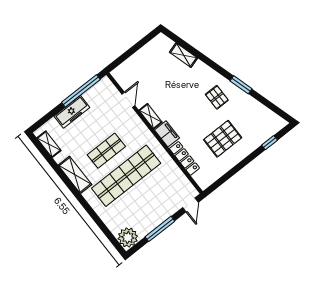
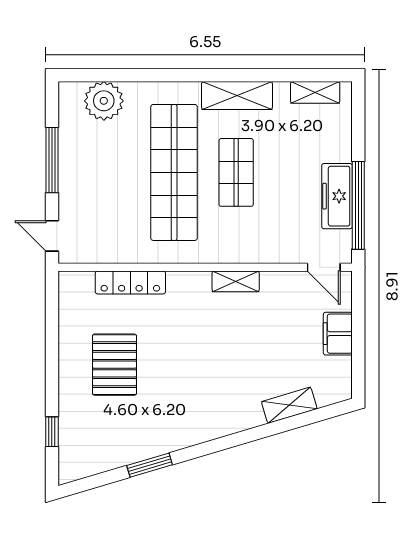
window: (241, 85) -> (150, 465), moved
pallet: (217, 97) -> (185, 406), removed
door: (128, 100) -> (324, 267), moved
freezer: (72, 112) -> (337, 196), moved
filing cabinet: (167, 134) -> (338, 334), moved, turned 90
plant: (128, 237) -> (104, 101), moved

